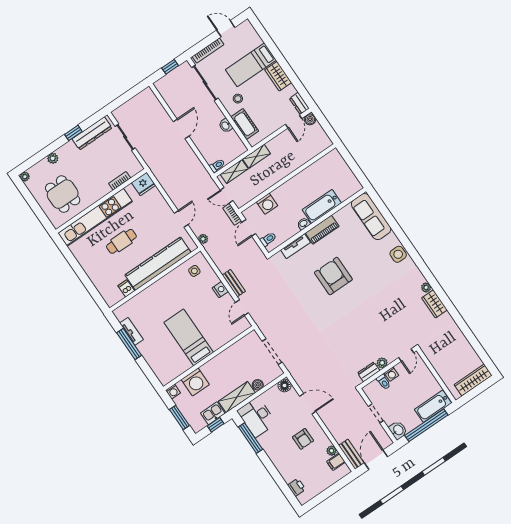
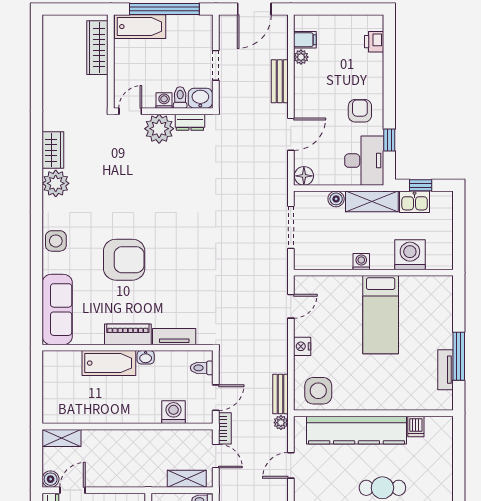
shelving: (257, 156) -> (62, 438), moved
side table: (194, 271) -> (318, 391), width x1.87, depth x1.87
armchair: (333, 276) -> (124, 260), moved, turned -90
bench: (234, 283) -> (280, 394), moved
plant: (426, 287) -> (56, 183), width x1.88, depth x1.88
plant: (382, 363) -> (159, 129), width x1.87, depth x1.87
wardrobe: (473, 380) -> (97, 48), moved, turned 90
washing machine: (173, 392) -> (361, 262), moved
door: (308, 404) -> (291, 134), swing flipped
window: (179, 418) -> (459, 224), removed
washbasin: (398, 430) -> (200, 98), moved, turned 90
window: (251, 438) -> (389, 140), width x0.46
armchair: (303, 439) -> (360, 111), moved
bench: (351, 454) -> (280, 81), moved

